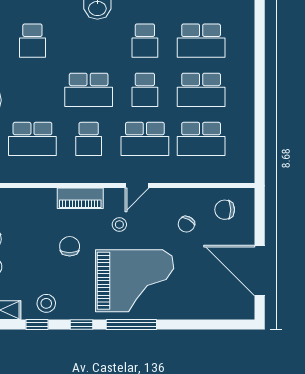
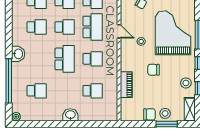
school desk: (32, 139) -> (93, 91), width x0.54
piano: (80, 198) -> (126, 85), moved

